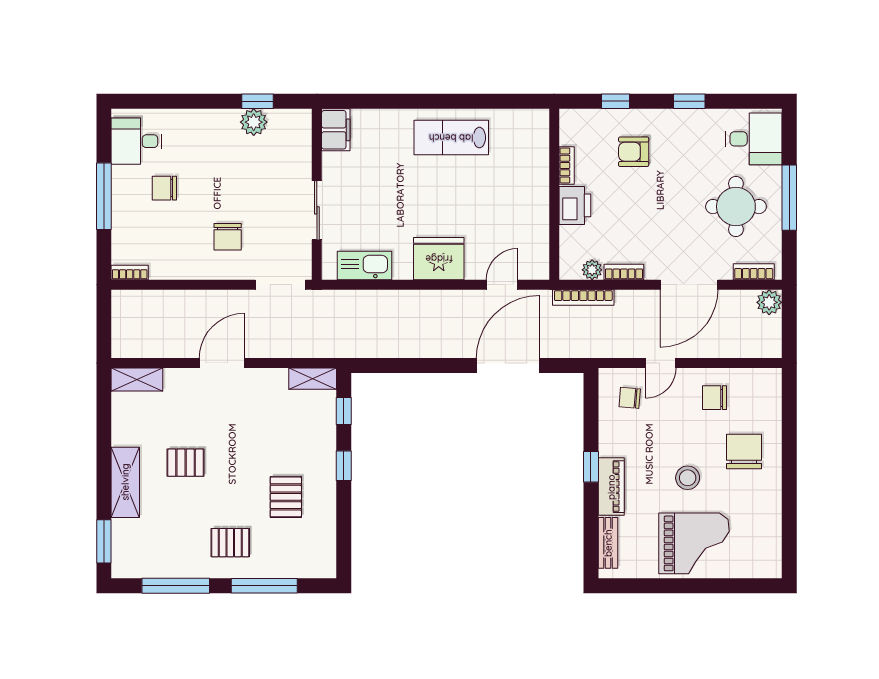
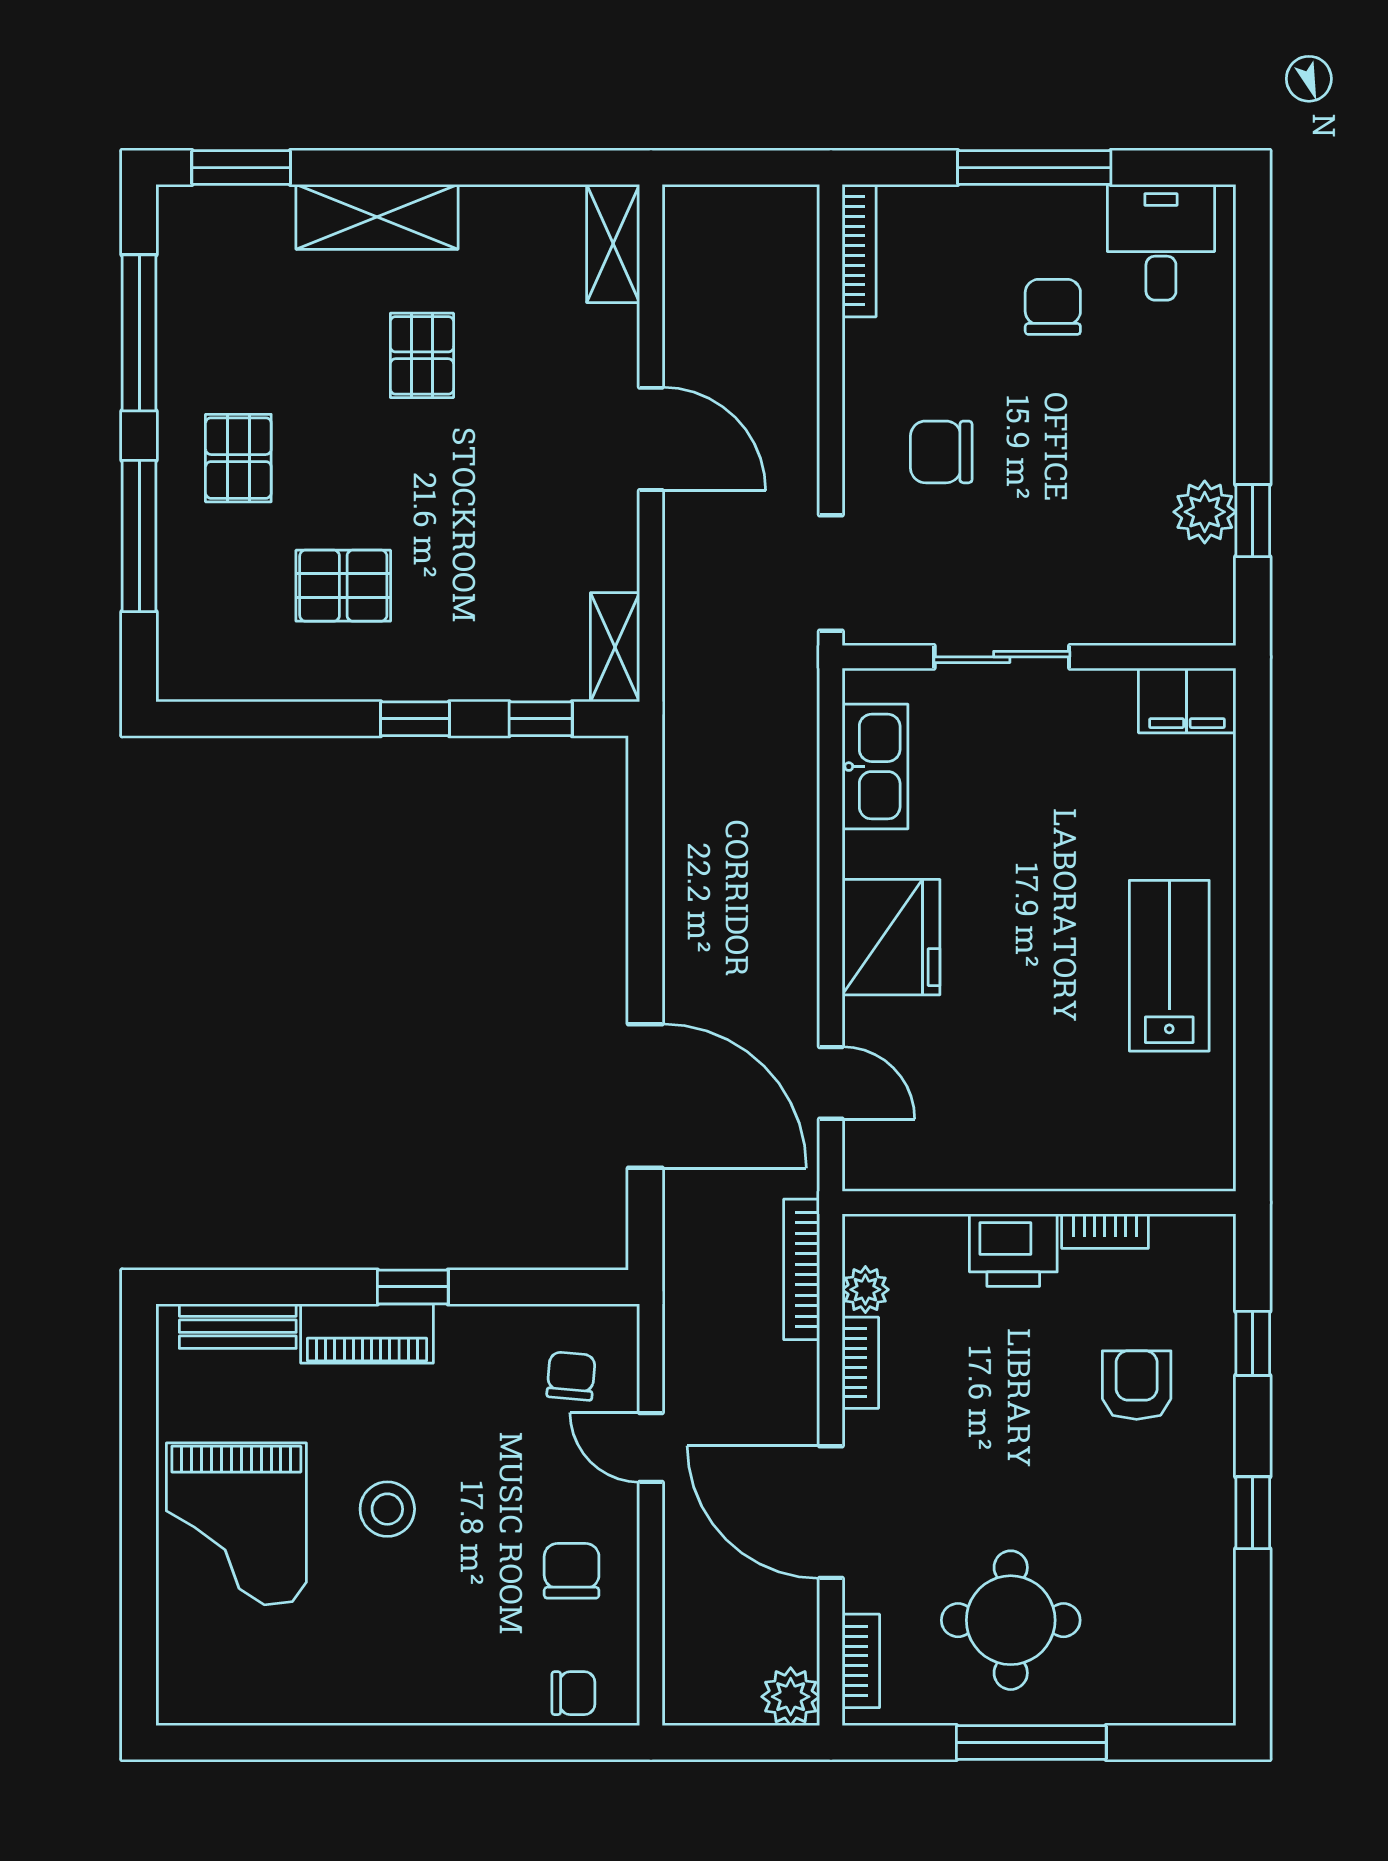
desk: (754, 139) -> (1166, 1661), removed
bookcase: (130, 272) -> (859, 251), width x1.56
chair: (744, 451) -> (573, 1693), moved, width x0.54, depth x0.54

